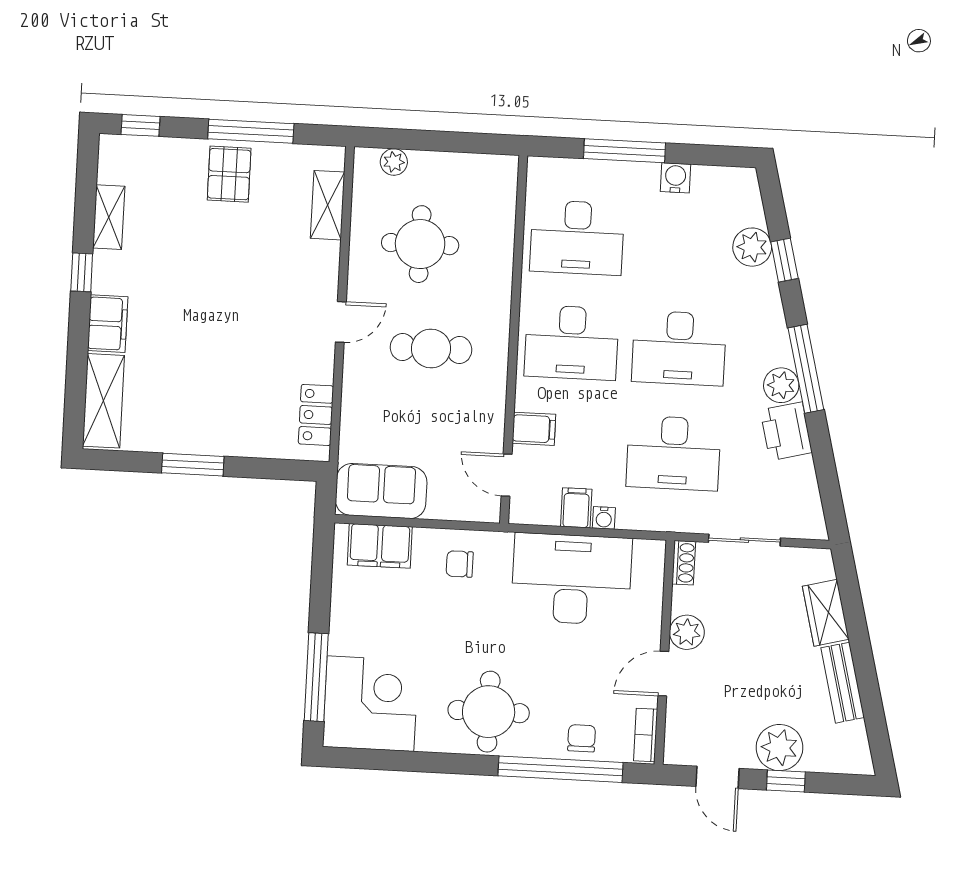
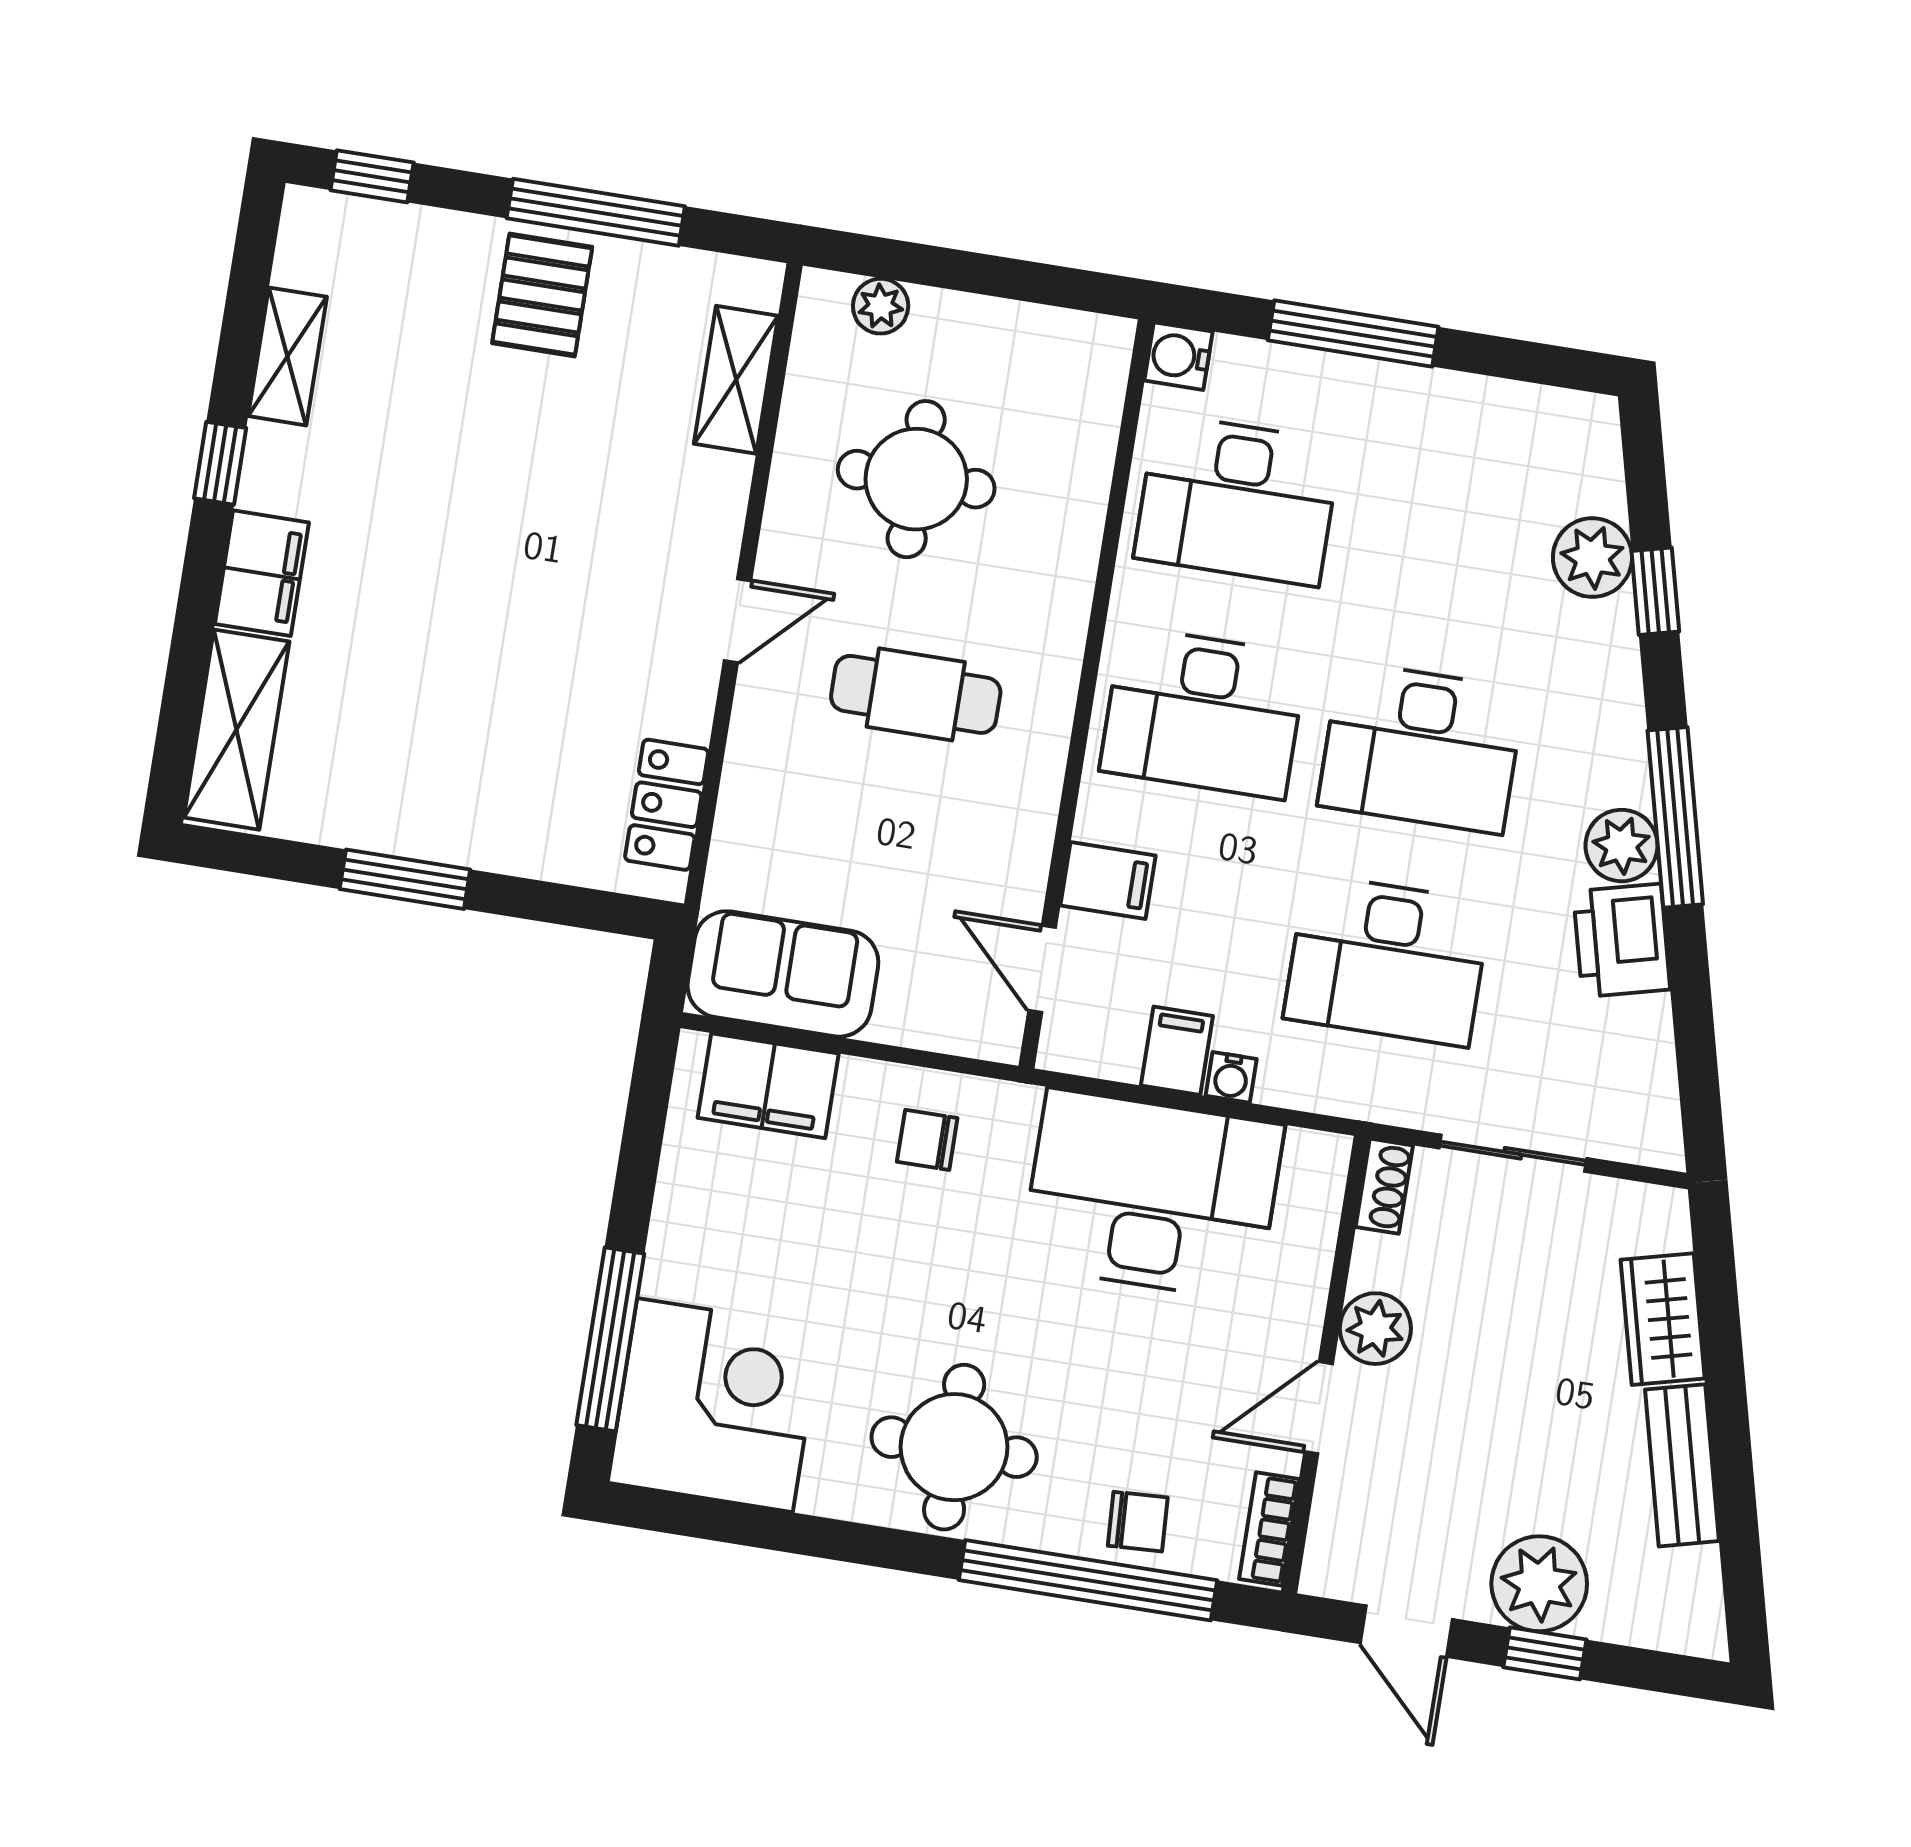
water cooler: (676, 178) -> (1179, 356), moved, turned -90
chair: (582, 738) -> (1138, 1522), turned 87

